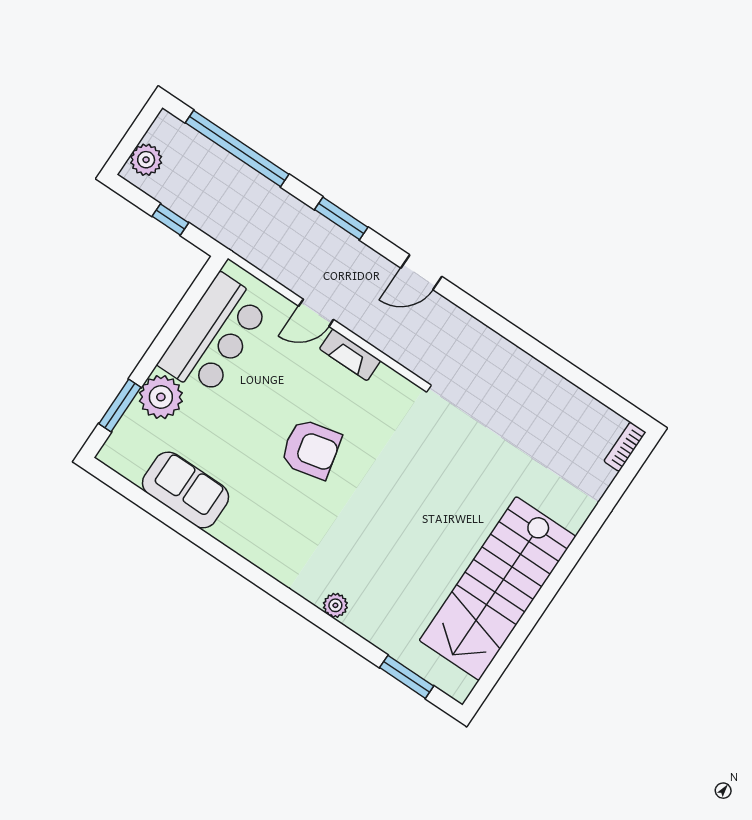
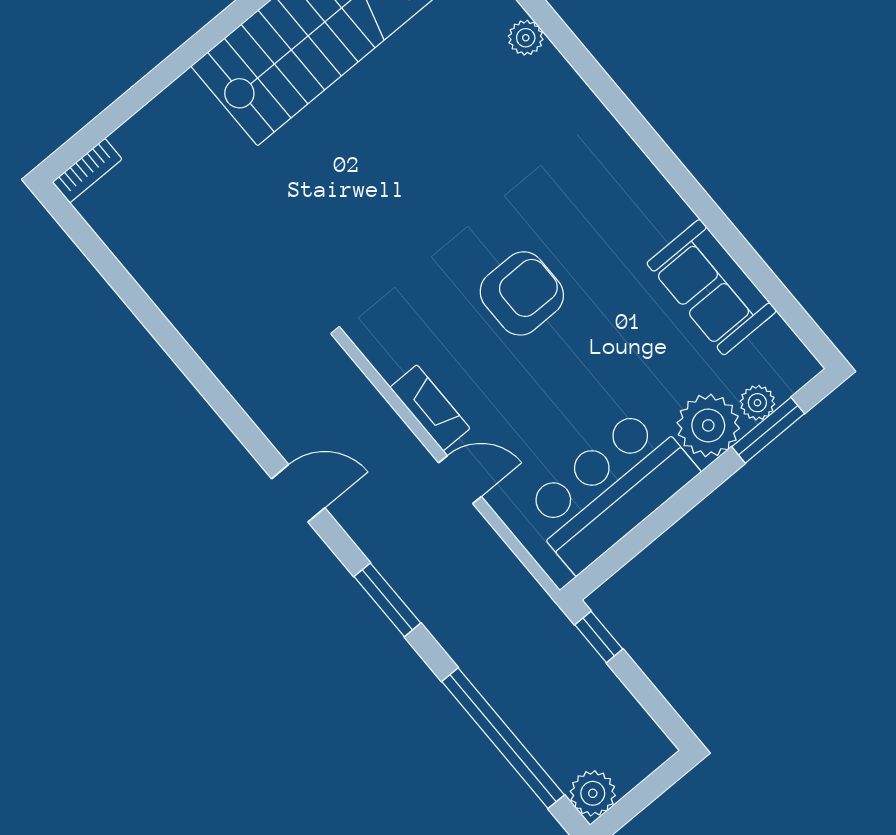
plant: (146, 160) -> (593, 793), moved
window: (170, 219) -> (599, 637), moved
plant: (132, 422) -> (757, 403), added
armchair: (311, 449) -> (522, 293), turned 103
plant: (335, 605) -> (526, 38), moved

